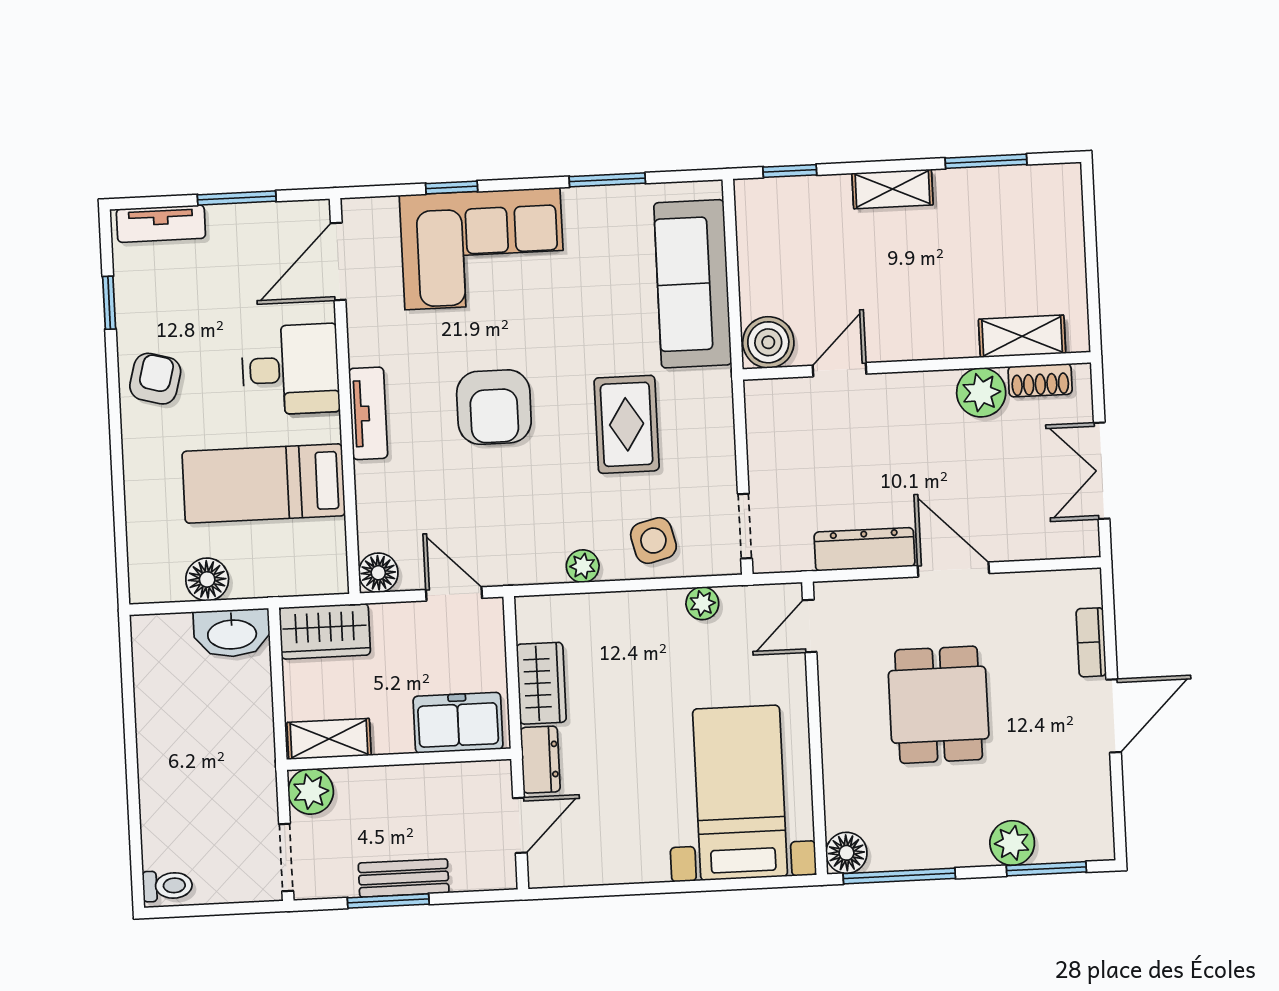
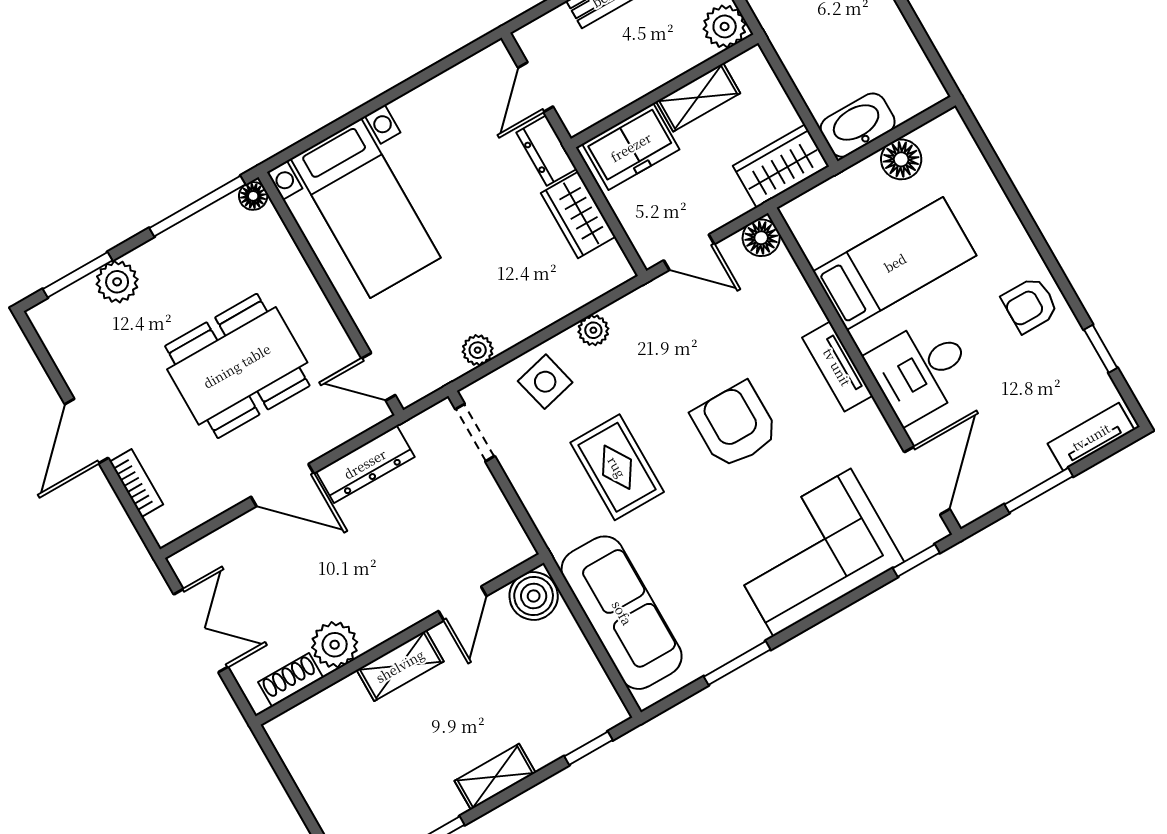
window: (452, 187) -> (916, 560), moved
shelving: (1022, 336) -> (400, 666), moved
armchair: (155, 379) -> (1030, 305), turned 75
door: (810, 626) -> (378, 377), swing flipped
dining table: (939, 705) -> (237, 366), width x1.38
shelving: (329, 739) -> (698, 97), moved
floor lamp: (846, 853) -> (253, 196), width x0.73, depth x0.73

